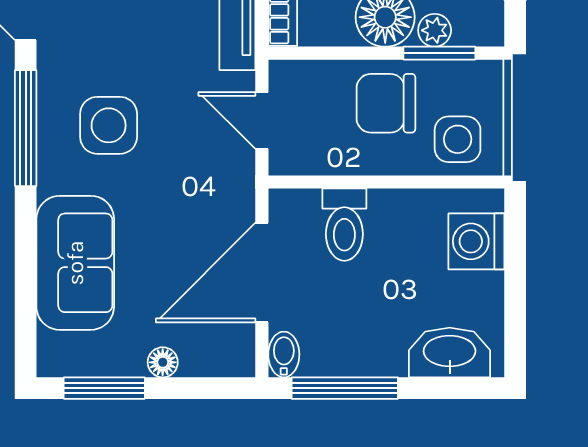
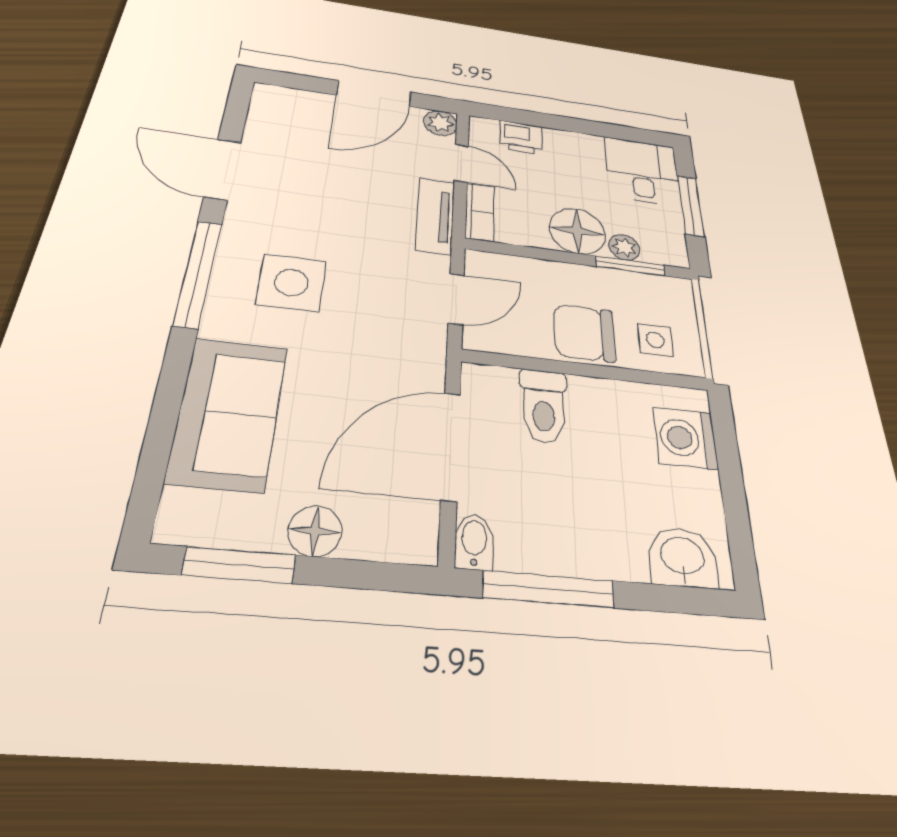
chair: (386, 103) -> (584, 333), moved
door: (262, 120) -> (456, 299), swing flipped
side table: (458, 139) -> (655, 340), width x0.73, depth x0.73
washbasin: (450, 353) -> (683, 557), width x0.72
floor lamp: (163, 362) -> (315, 531), width x1.37, depth x1.37

